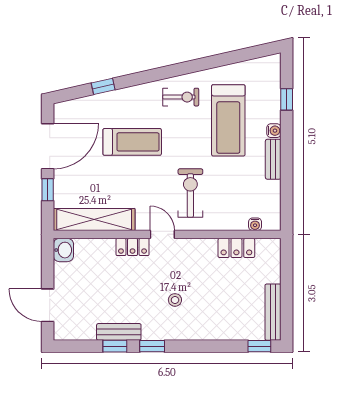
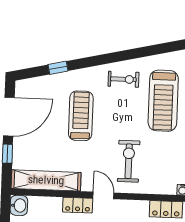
treadmill: (132, 142) -> (81, 116), turned -90

